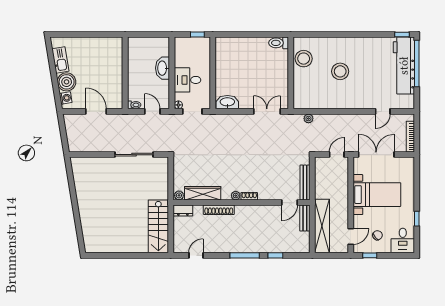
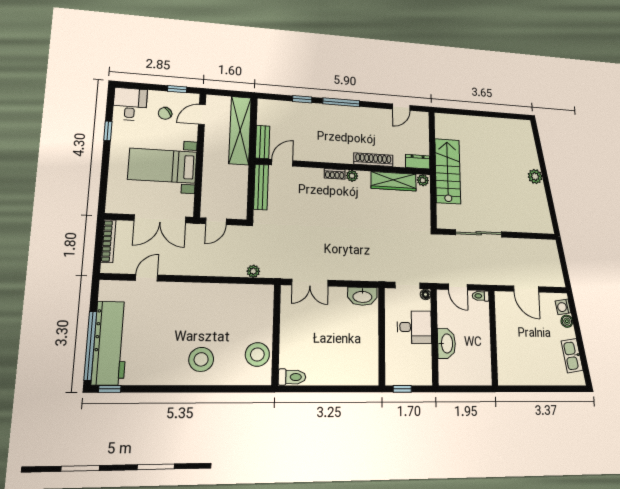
stool: (340, 71) -> (201, 359), moved
boiler: (67, 82) -> (567, 321), width x0.54, depth x0.54
plant: (84, 204) -> (535, 176), added
stairs: (158, 226) -> (448, 171), moved

